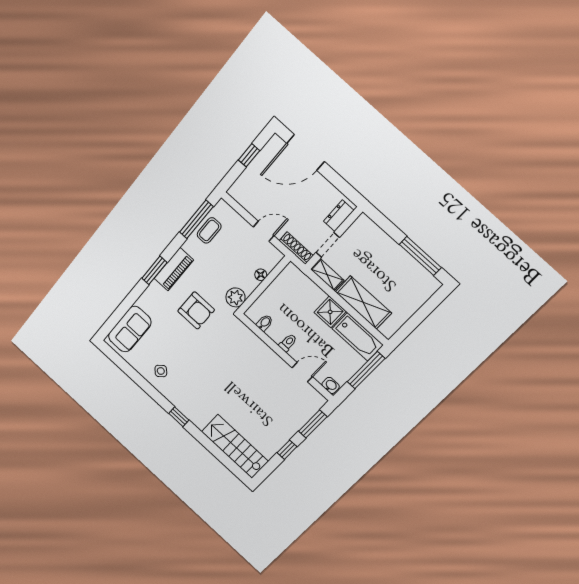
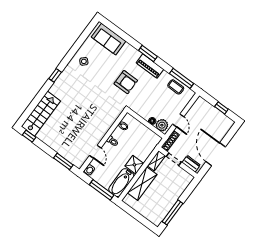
door: (306, 152) -> (216, 154), moved
plant: (236, 297) -> (162, 125), moved
armchair: (196, 310) -> (126, 82), turned -90
window: (287, 450) -> (29, 136), moved

